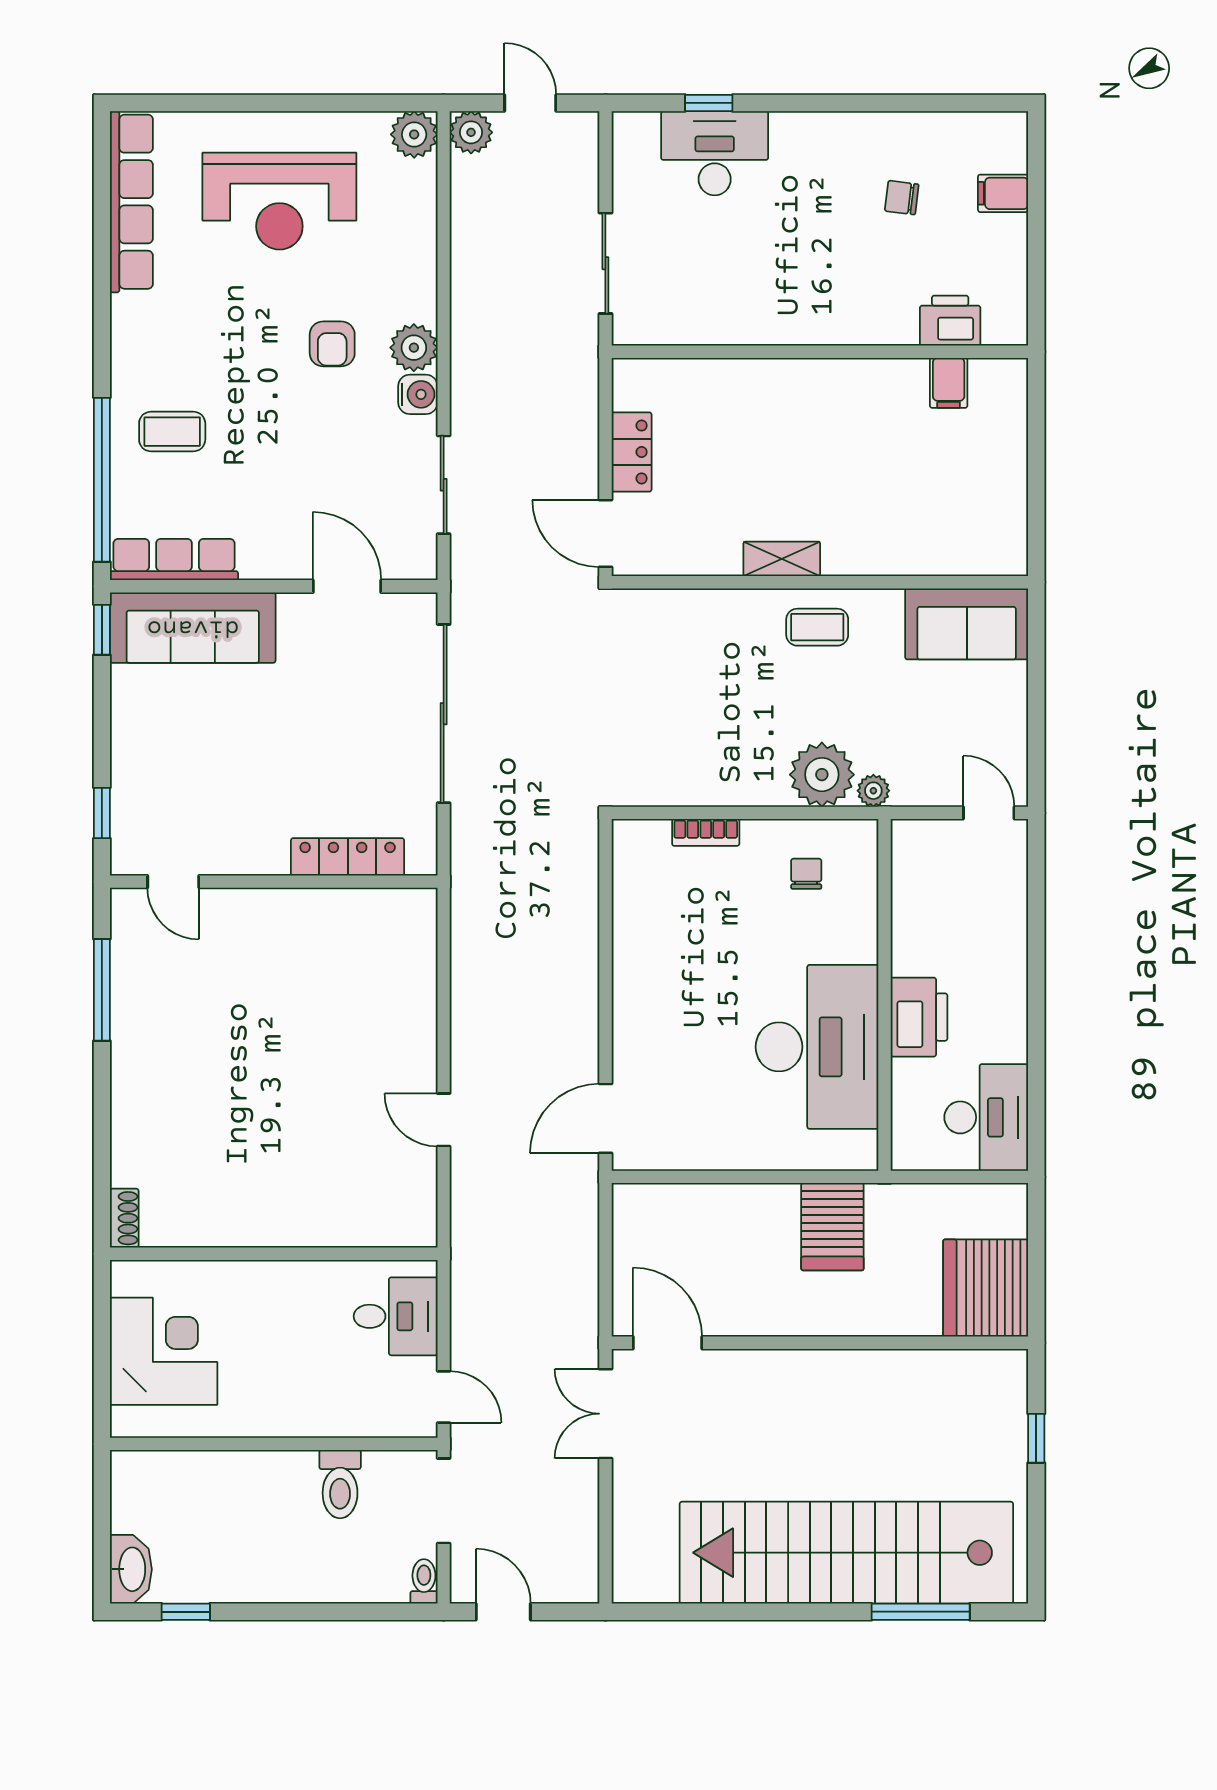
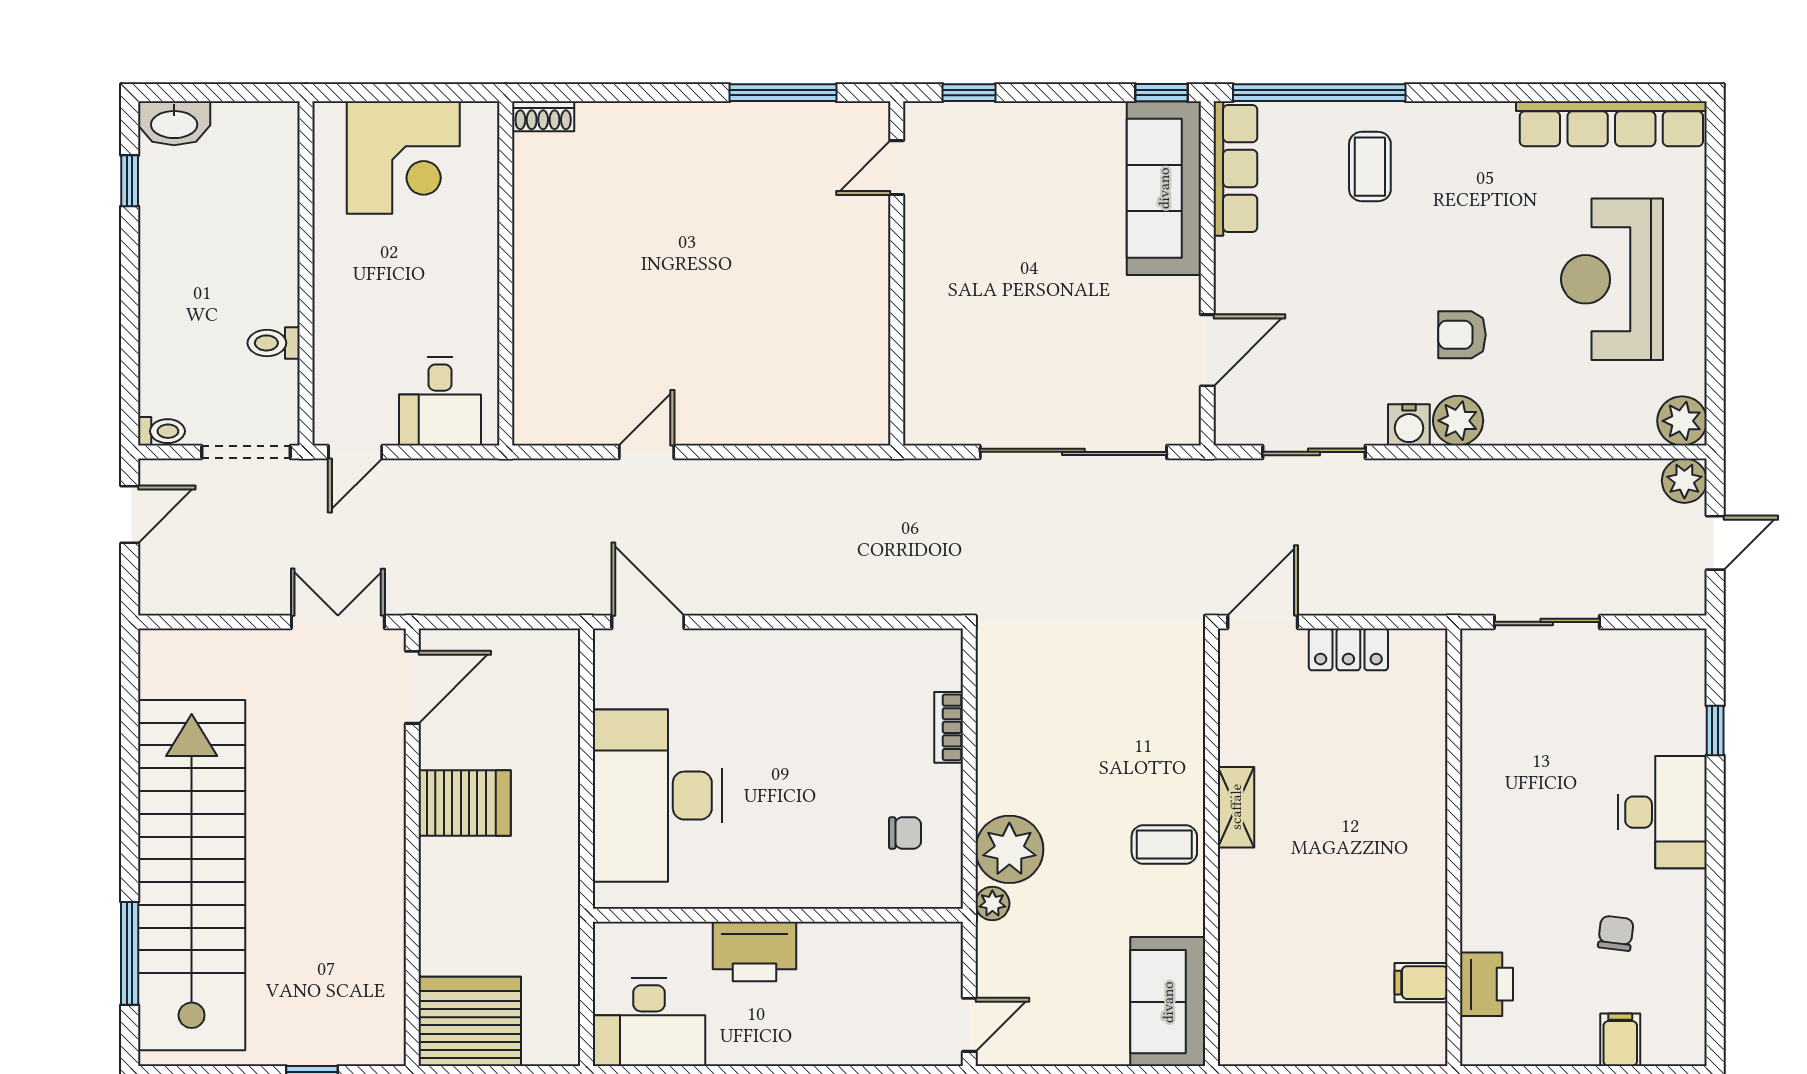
desk: (715, 153) -> (1662, 812), moved
coffee table: (817, 627) -> (1164, 844), turned 90
locker: (348, 857) -> (923, 351), removed
desk: (817, 1047) -> (657, 796), moved, turned 90
server rack: (832, 1227) -> (465, 803), moved, turned 180
toilet: (340, 1484) -> (274, 343), width x0.73, depth x0.72

